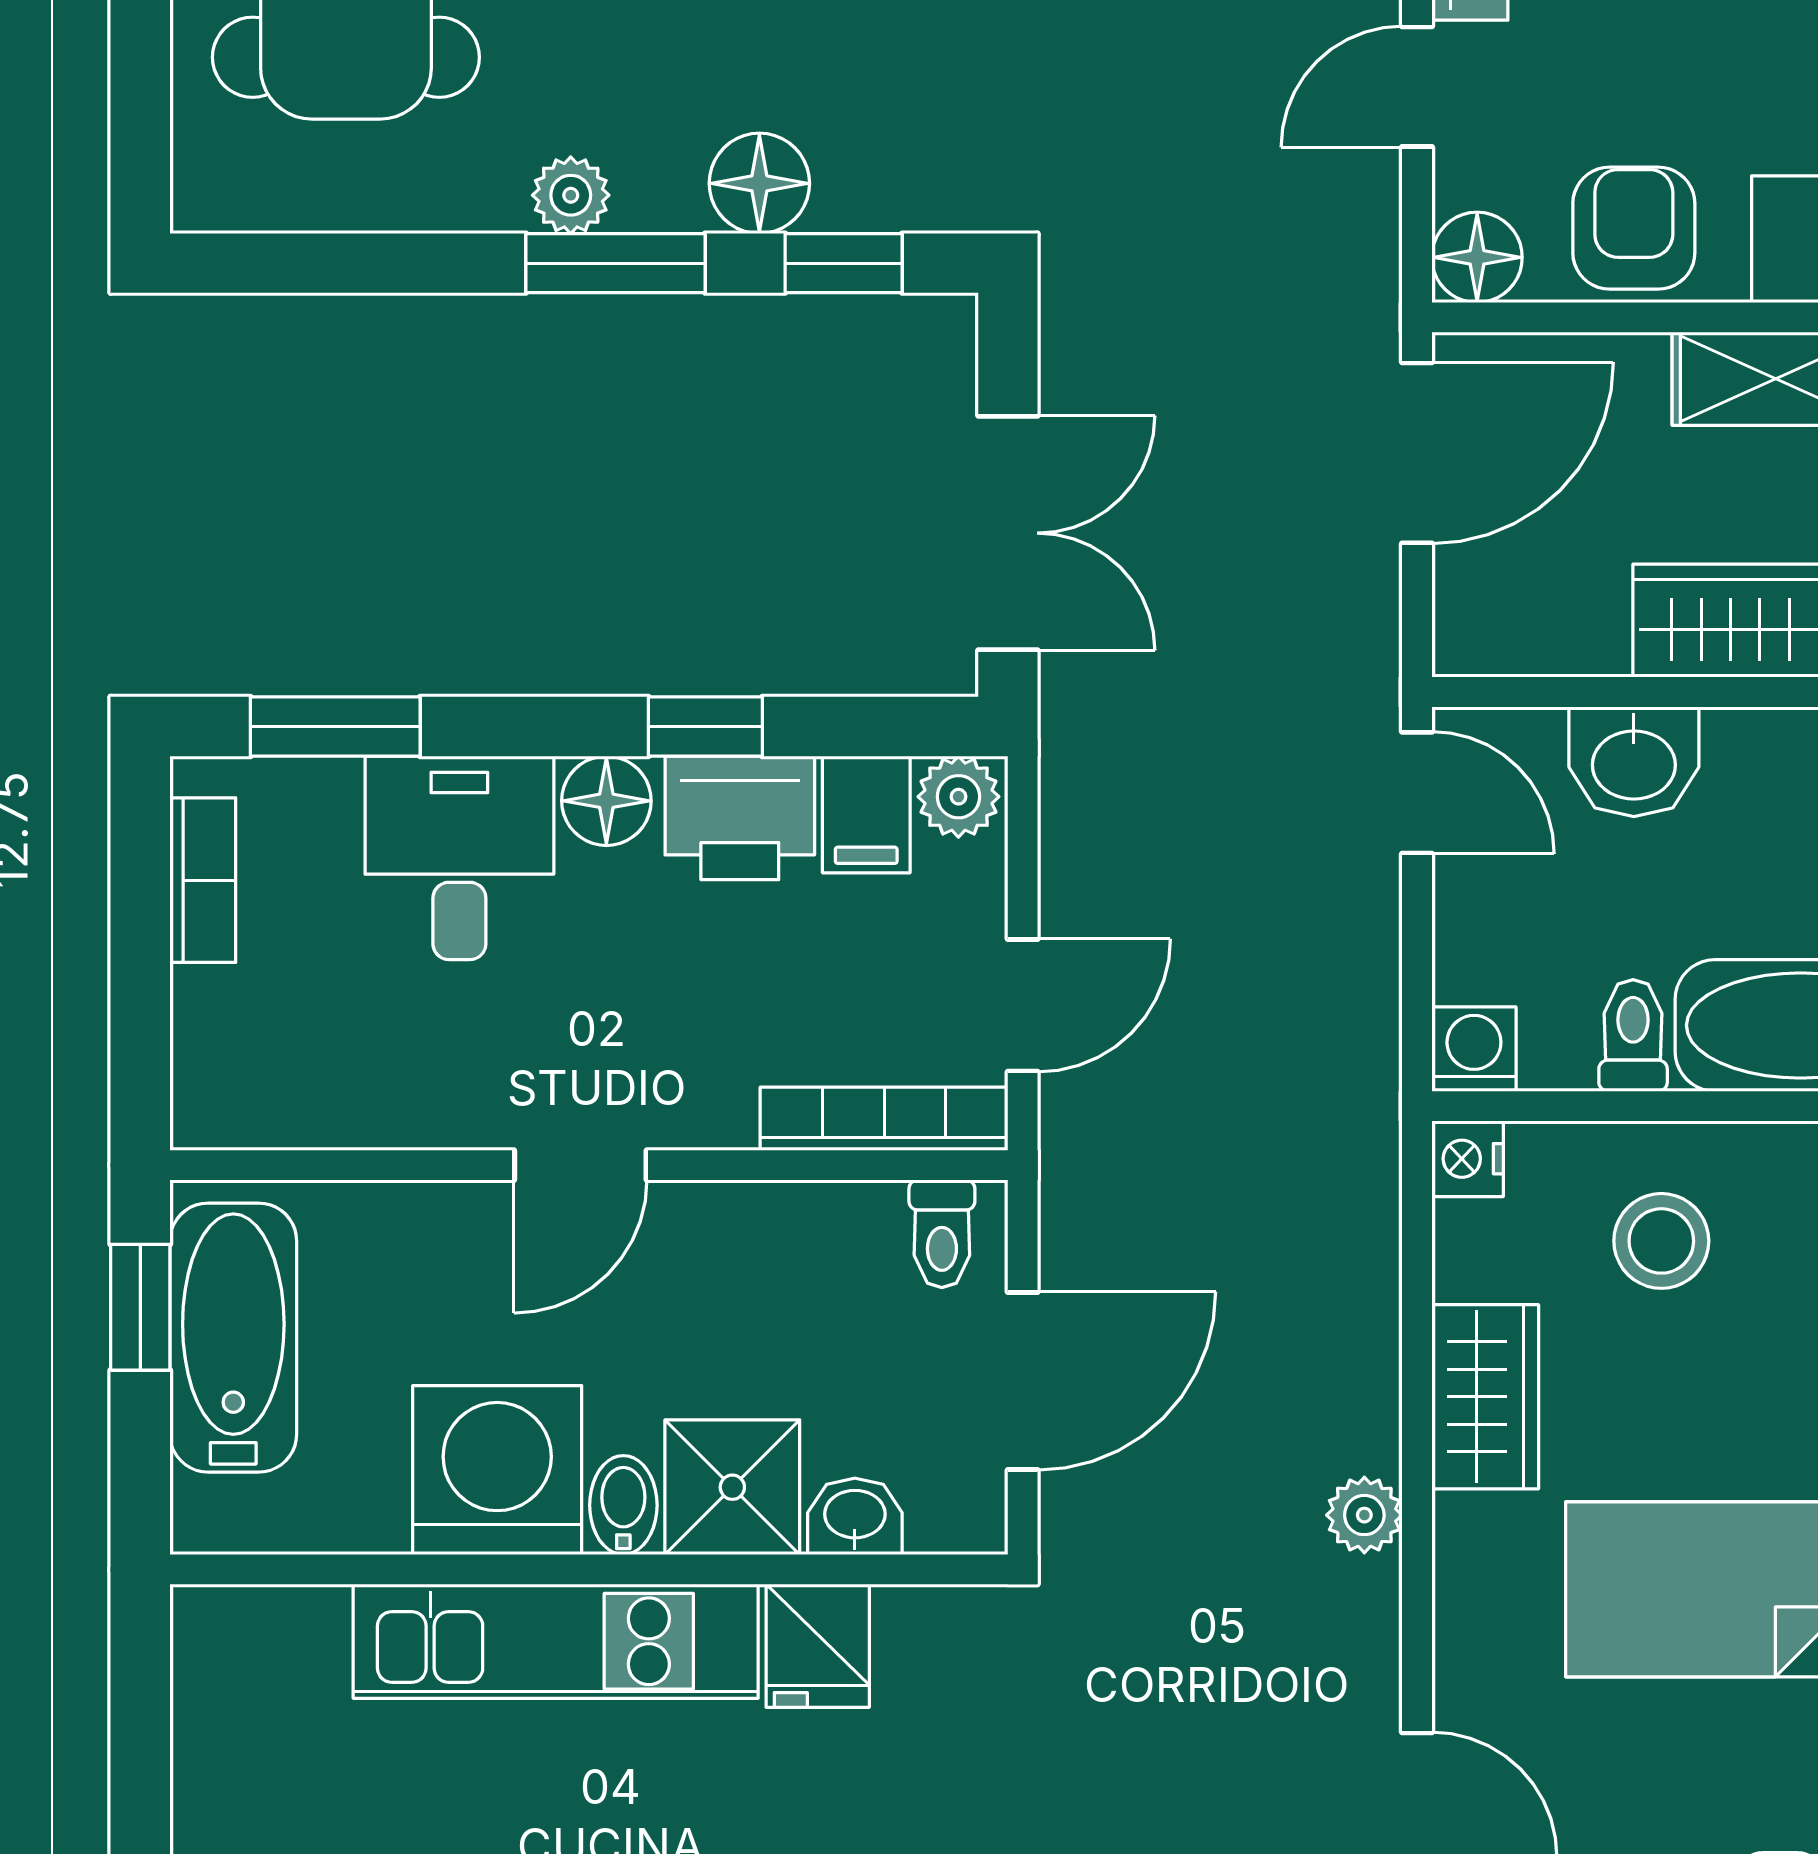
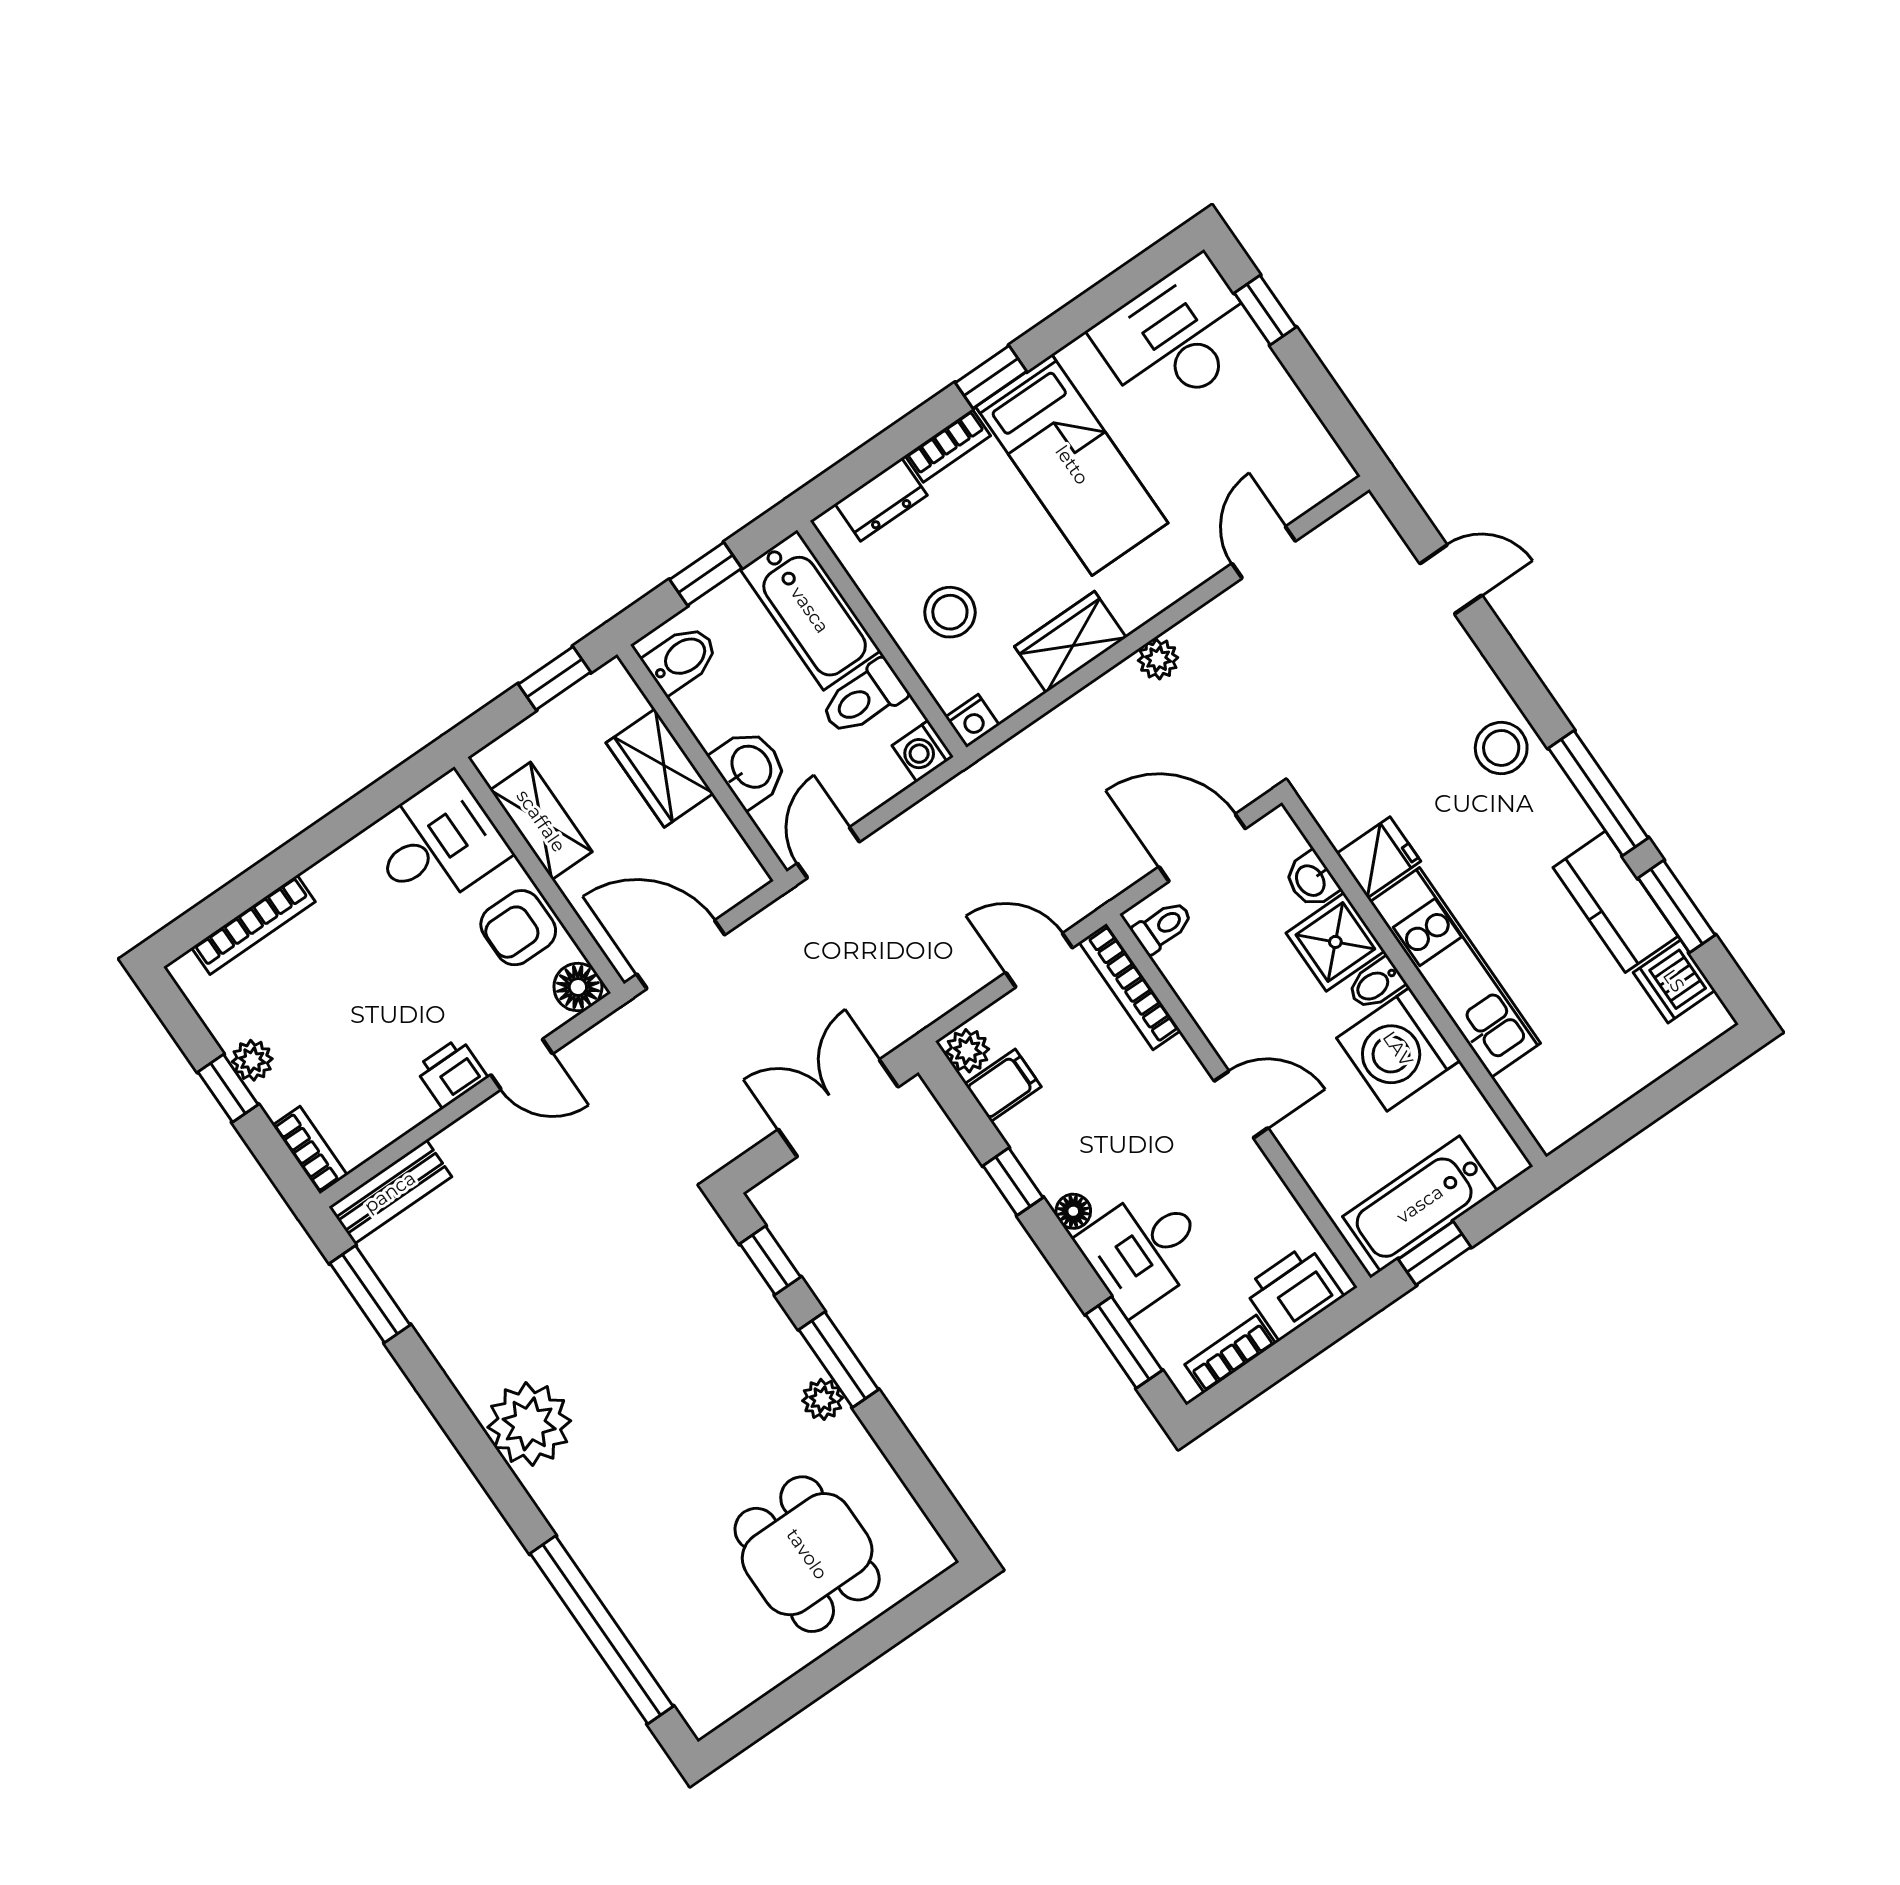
floor lamp: (759, 183) -> (761, 1321), removed
floor lamp: (606, 801) -> (1073, 1211), width x0.73, depth x0.73
printer: (740, 818) -> (1293, 1292), moved, turned -90
toilet: (1633, 1035) -> (864, 698), width x1.37, depth x1.39

